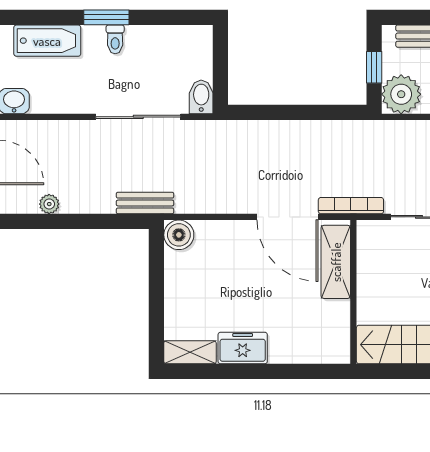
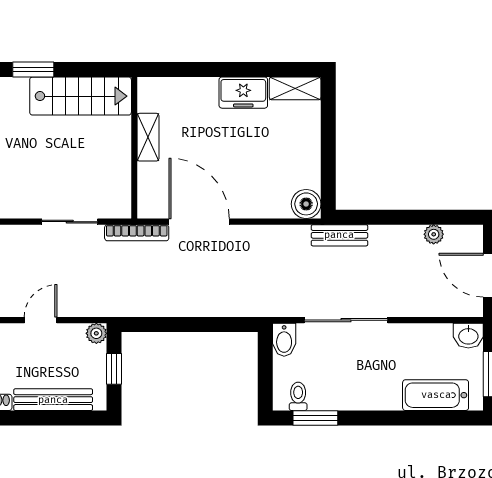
window: (106, 17) -> (315, 418), moved
toilet: (115, 39) -> (298, 396), moved
plant: (401, 94) -> (96, 333), width x0.53, depth x0.53
shelving: (336, 262) -> (148, 137), moved, width x0.67, depth x0.75

